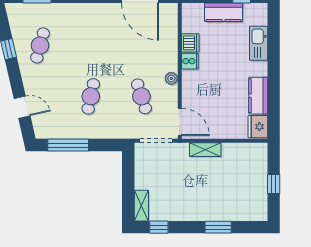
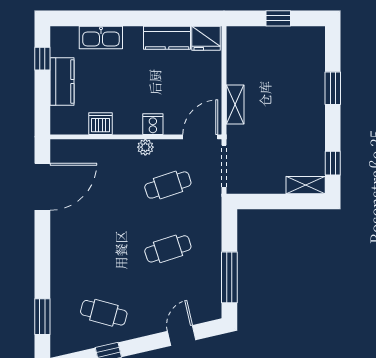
cooker: (190, 61) -> (153, 124), moved
cafe table: (91, 96) -> (168, 249), turned -30

